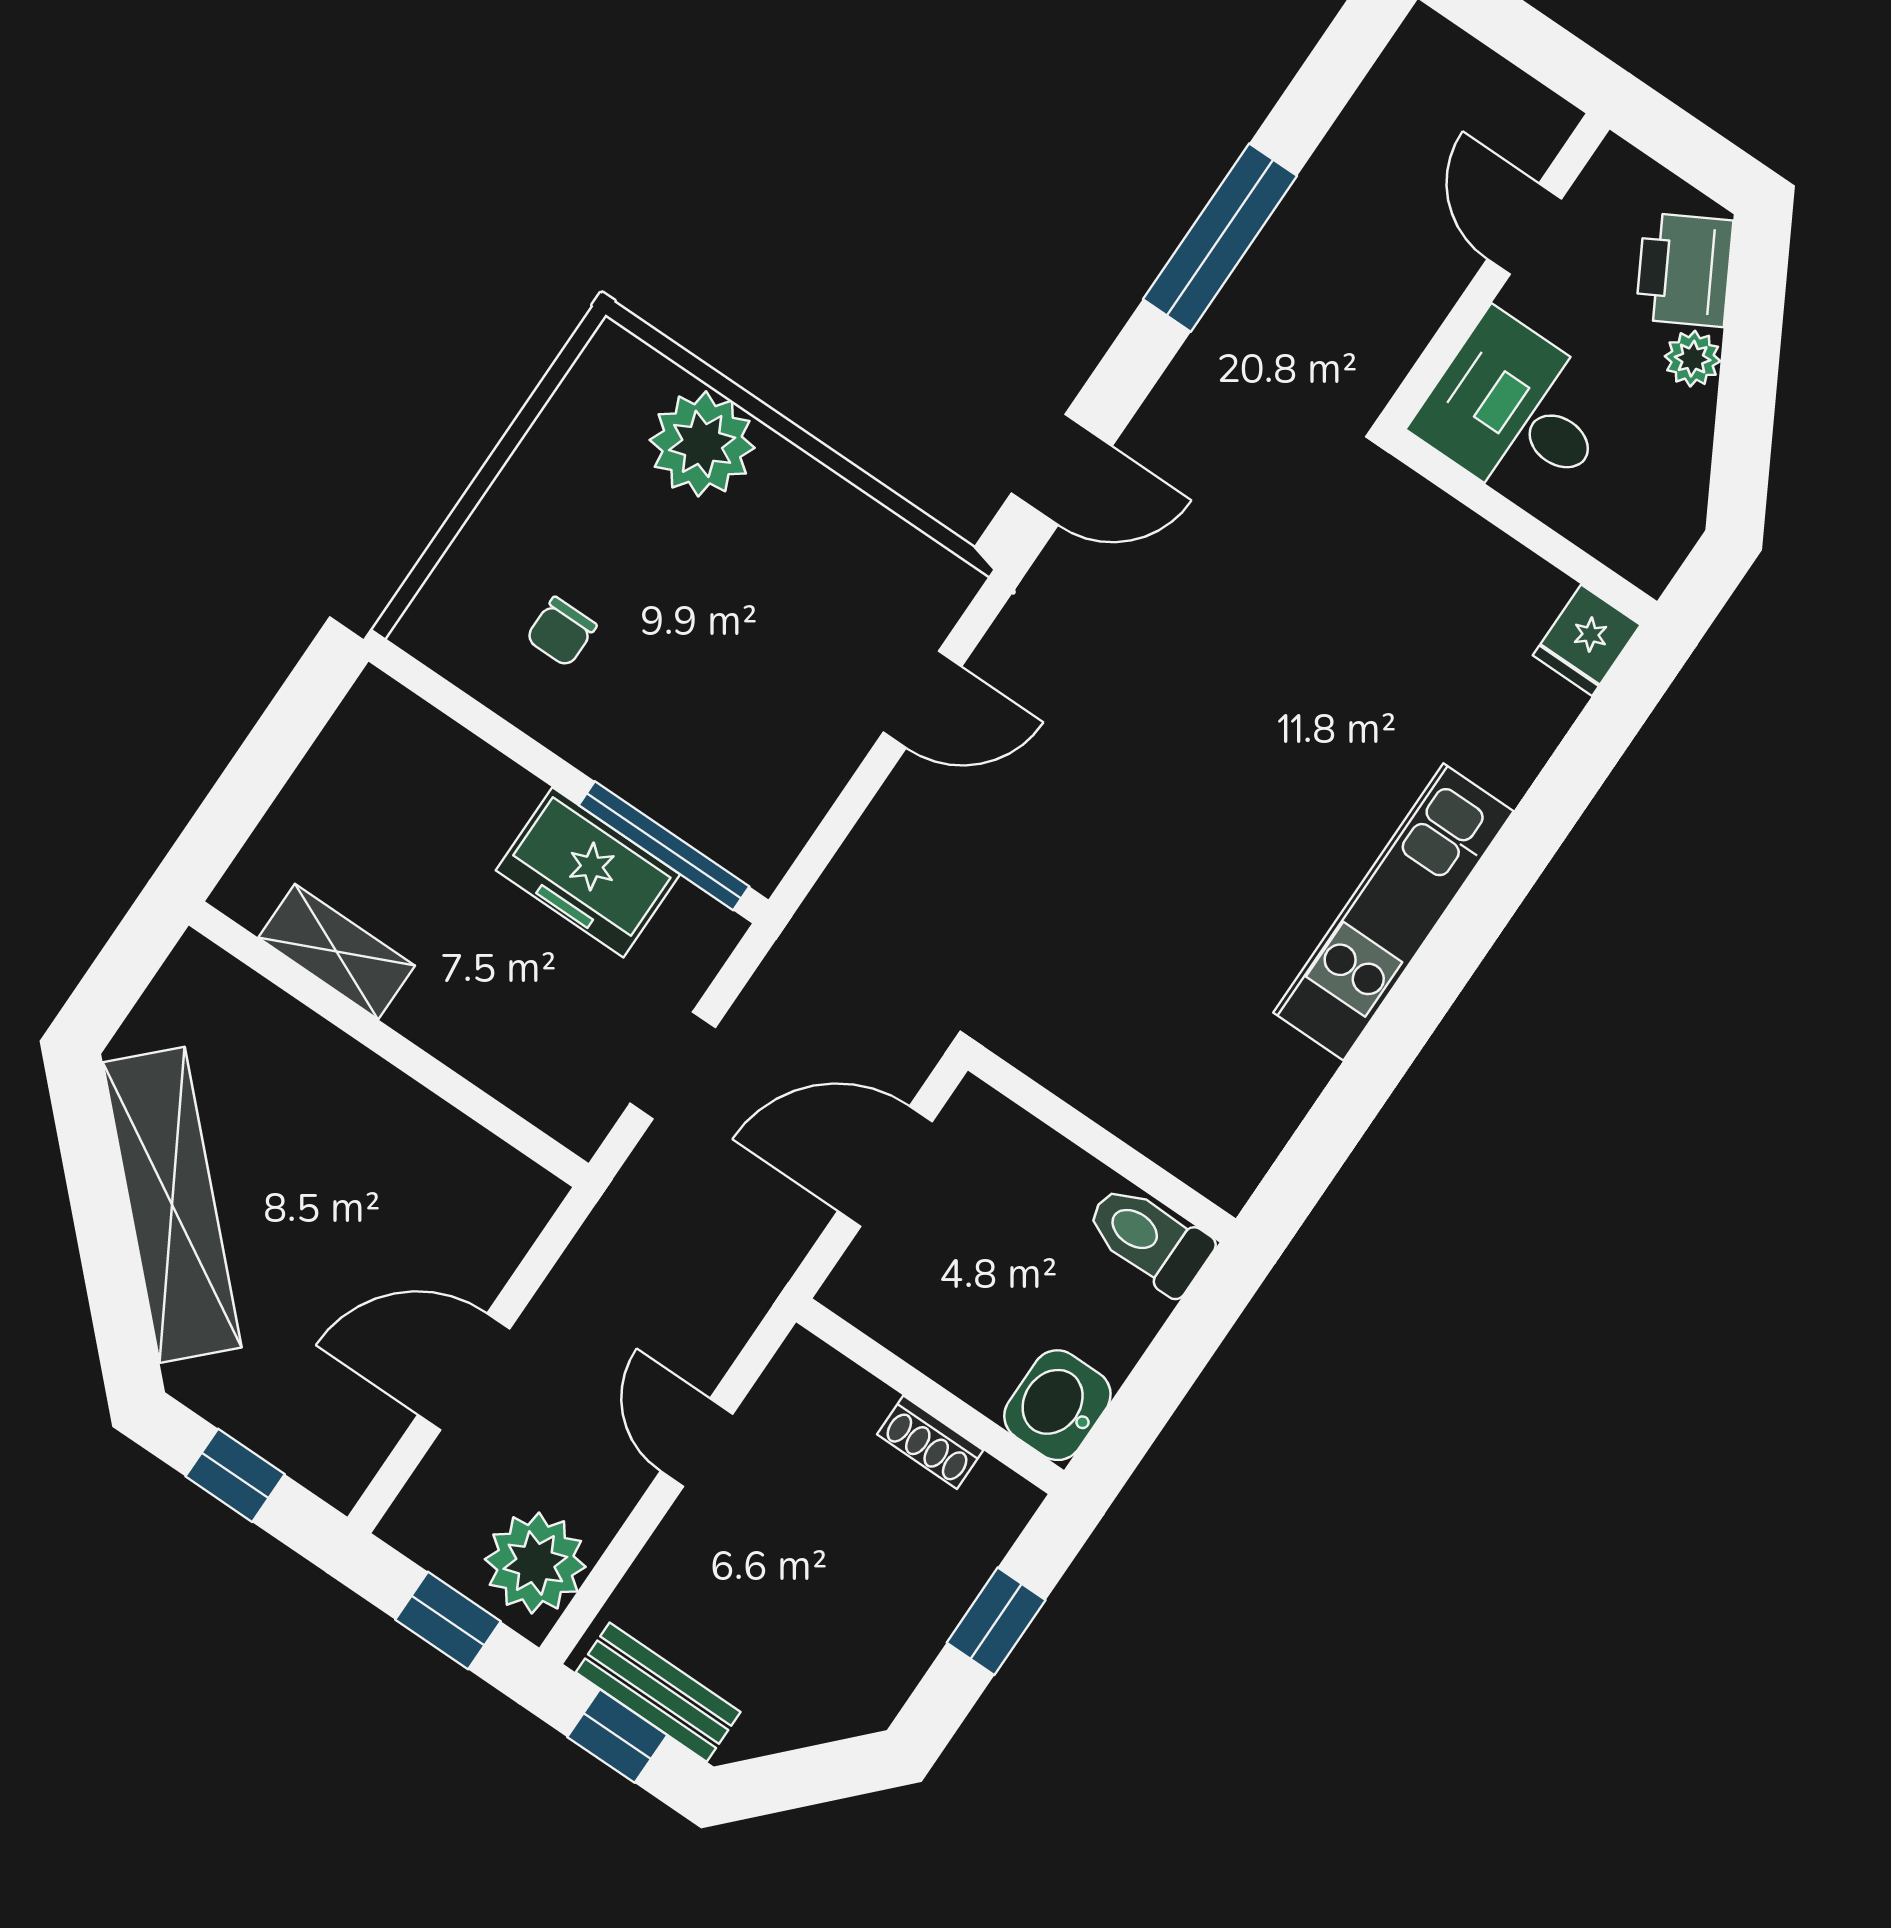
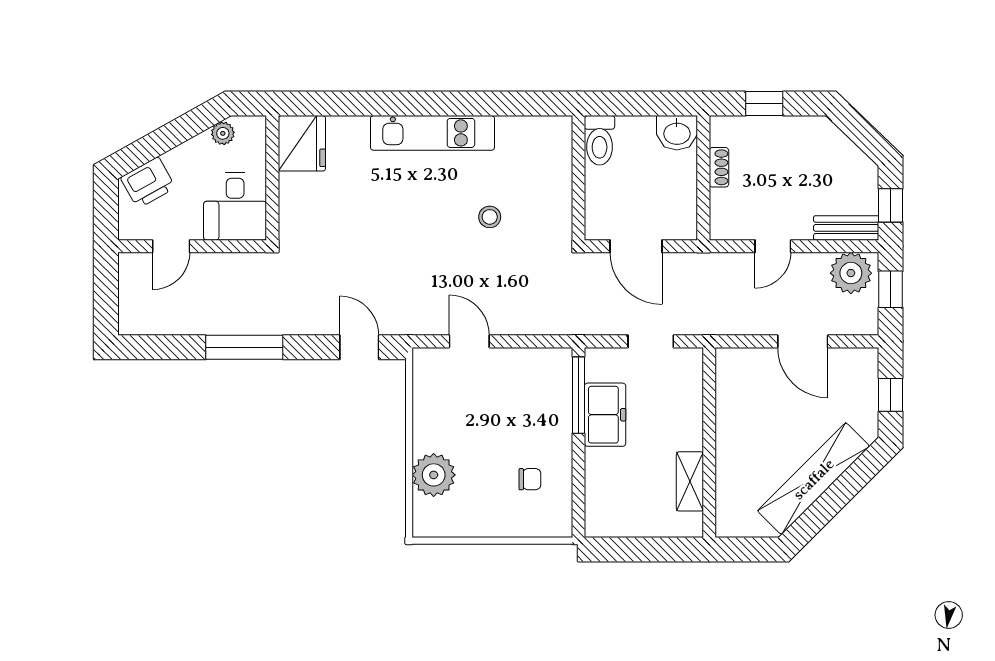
plant: (1693, 359) -> (223, 133), moved
fridge: (1587, 640) -> (302, 143), width x1.88, depth x1.34
stool: (1145, 912) -> (490, 217), added
bench: (658, 1692) -> (846, 228), moved, turned 90

